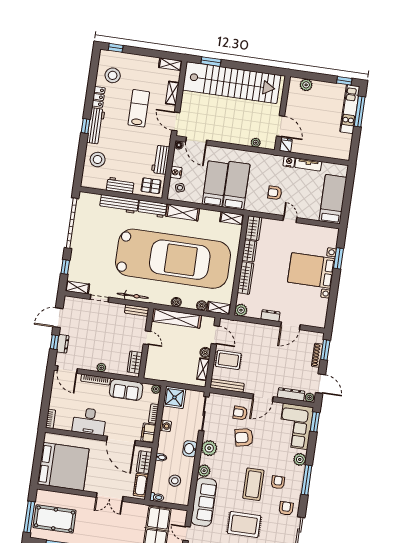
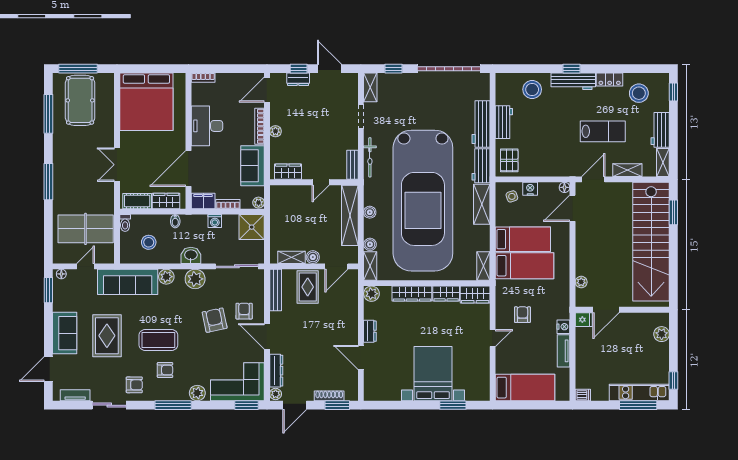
dishwasher: (345, 154) -> (583, 395), added
workbench: (161, 160) -> (660, 130), moved, turned -90

